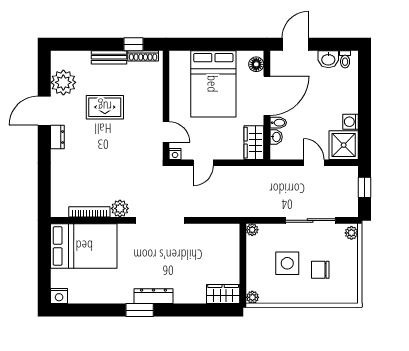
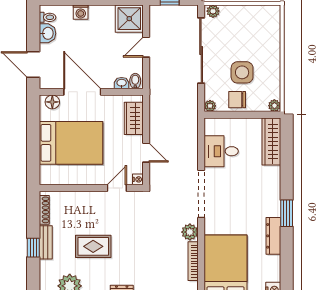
window: (134, 44) -> (33, 248), moved
rug: (105, 107) -> (93, 246), turned 90
washing machine: (351, 122) -> (81, 12), moved
bidet: (278, 123) -> (135, 81), moved
wardrobe: (254, 143) -> (134, 118), moved, turned 90
sliding door: (310, 220) -> (201, 51), width x1.36
desk: (205, 241) -> (221, 151), added
chair: (320, 270) -> (237, 100), moved, turned 90
wardrobe: (223, 294) -> (271, 141), width x1.50
dresser: (153, 296) -> (273, 236), moved

